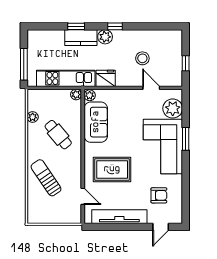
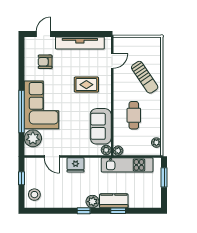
stool: (142, 58) -> (34, 195), moved
window: (24, 64) -> (164, 177), width x0.69
fridge: (106, 78) -> (76, 165), moved
plant: (33, 117) -> (156, 143), moved
cafe table: (58, 135) -> (134, 115), turned 40
window: (186, 139) -> (21, 112), width x2.11
rug: (112, 169) -> (86, 85), width x0.73, depth x0.70
door: (83, 196) -> (112, 61), swing flipped

